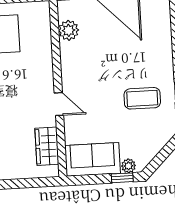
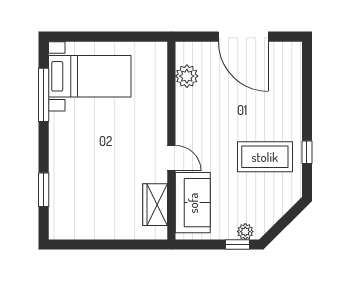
coffee table: (142, 98) -> (265, 157), width x1.36, depth x1.32
sofa: (93, 159) -> (193, 203), moved, turned 90

